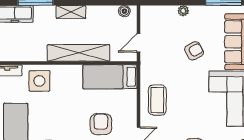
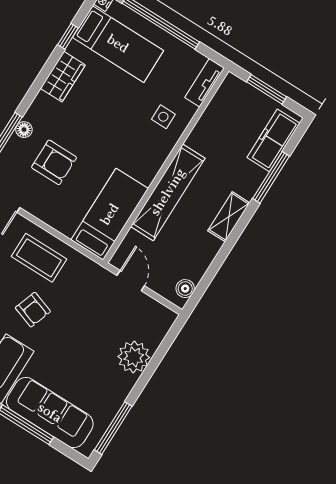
plant: (183, 11) -> (134, 357), width x1.88, depth x1.88
armchair: (194, 51) -> (33, 310), moved, turned -43
side table: (39, 81) -> (163, 117), width x0.54, depth x0.54

